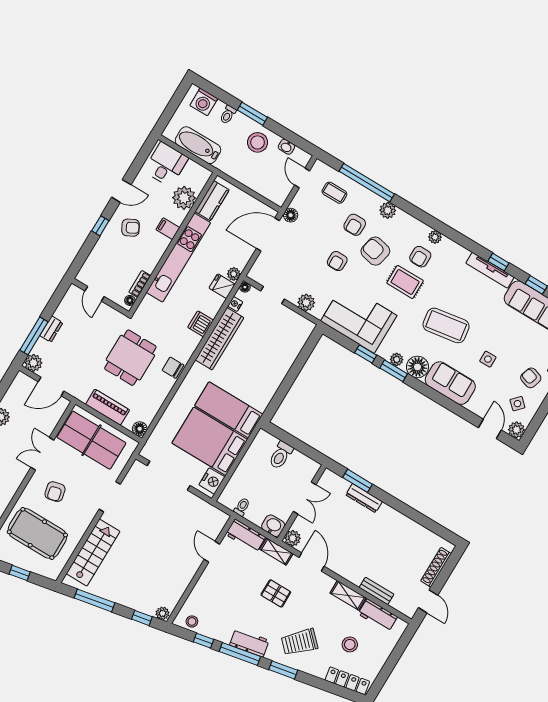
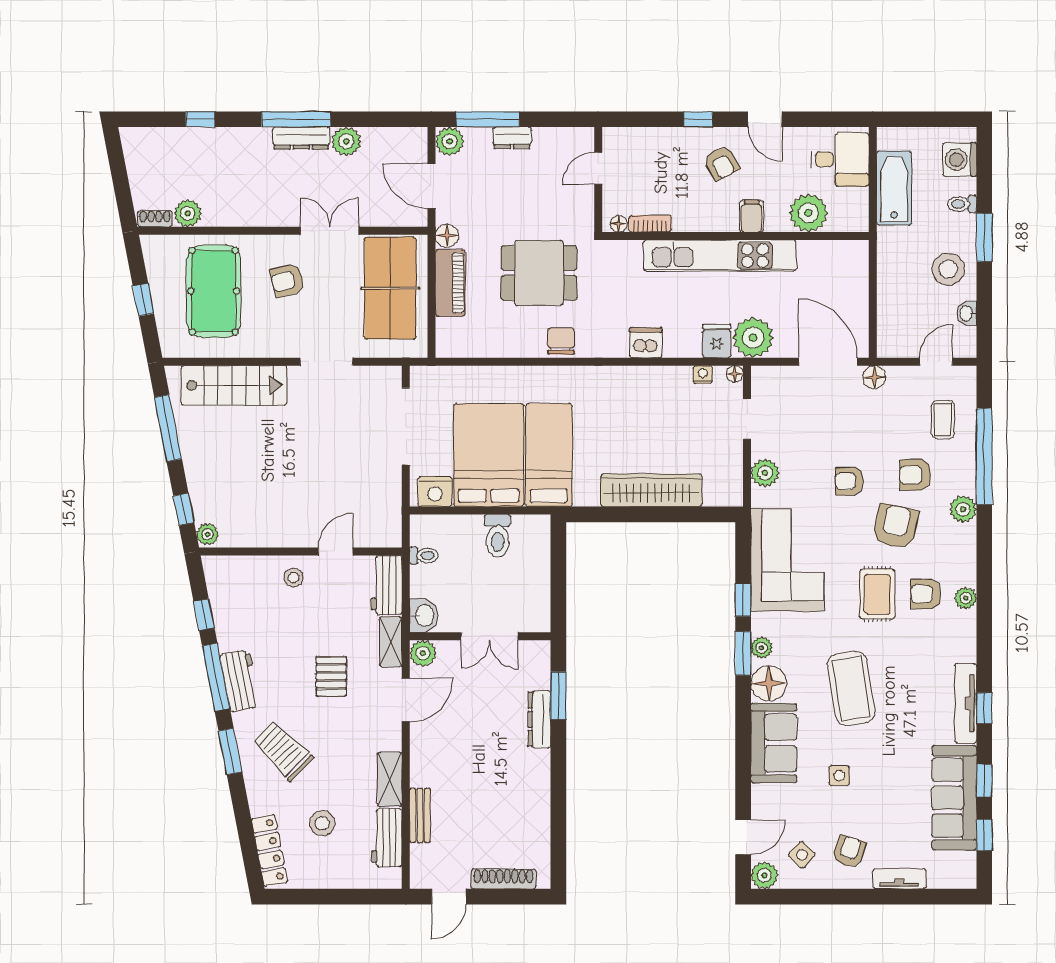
kitchen counter: (212, 201) -> (828, 255), removed
plant: (234, 274) -> (753, 338), width x1.87, depth x1.87
wardrobe: (219, 339) -> (651, 490), moved, turned 180
floor lamp: (140, 429) -> (447, 236), moved
toilet: (281, 455) -> (498, 536), moved, turned -90
stool: (192, 621) -> (294, 578), moved

